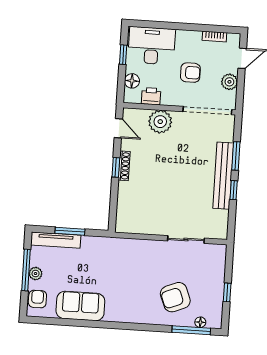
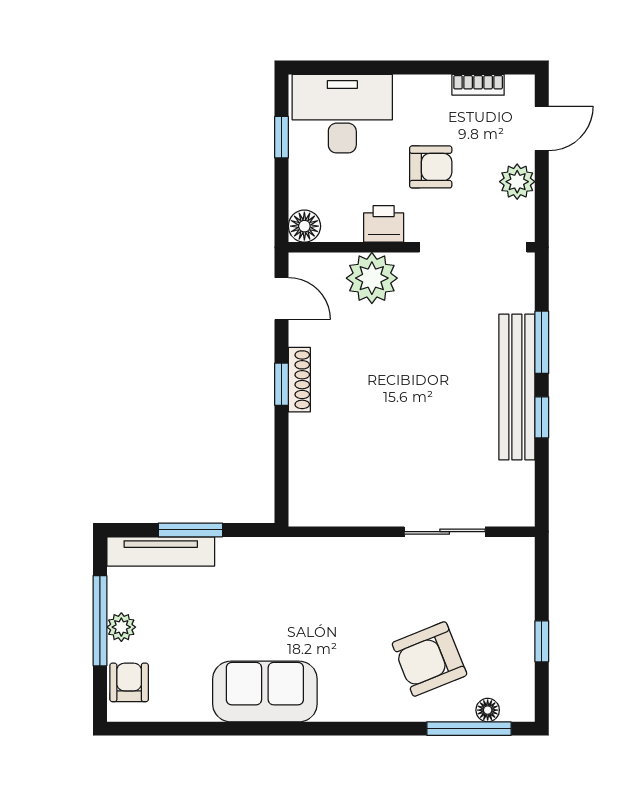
floor lamp: (132, 81) -> (304, 226), moved
printer: (151, 96) -> (384, 224), moved
sofa: (80, 306) -> (265, 691), moved

